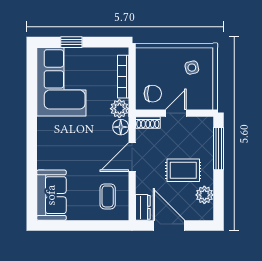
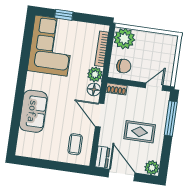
plant: (149, 60) -> (124, 39), added
side table: (192, 68) -> (159, 50), removed
door: (176, 113) -> (154, 87), moved
door: (132, 157) -> (100, 115), hinge flipped
sofa: (51, 195) -> (33, 111), moved
plant: (204, 195) -> (152, 168), moved

